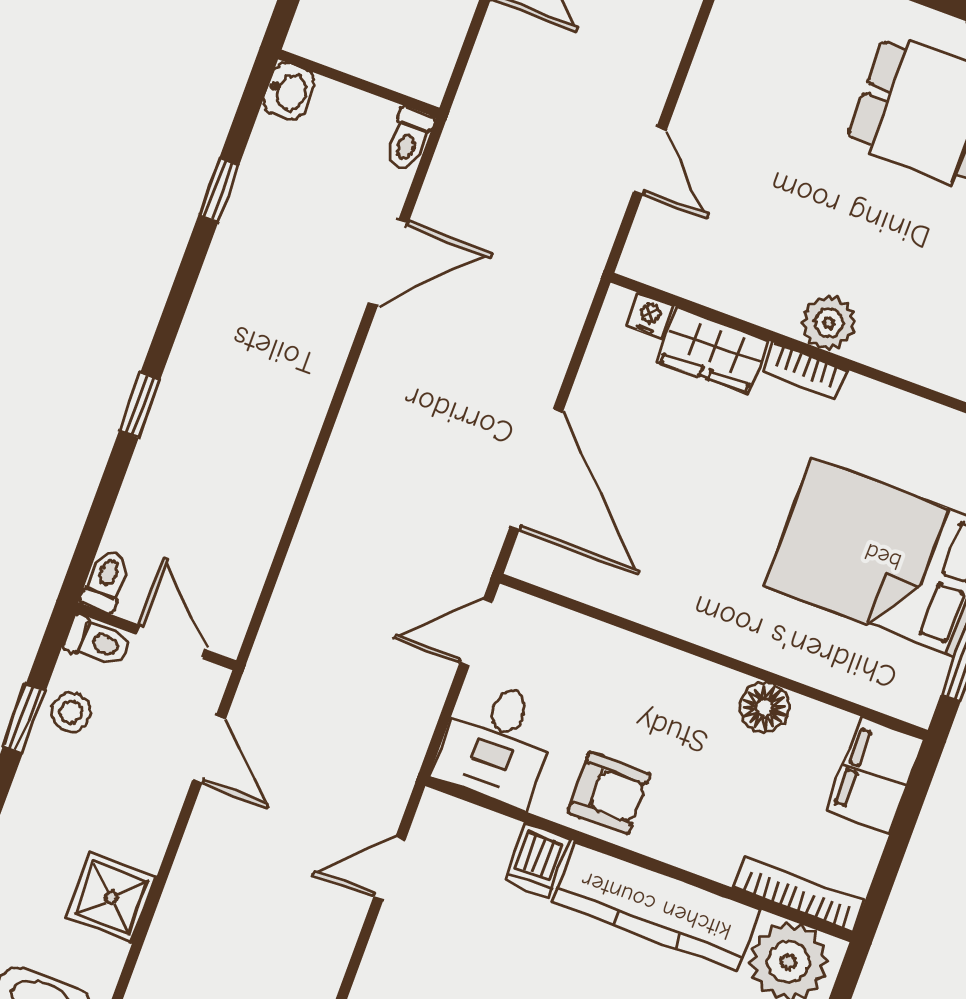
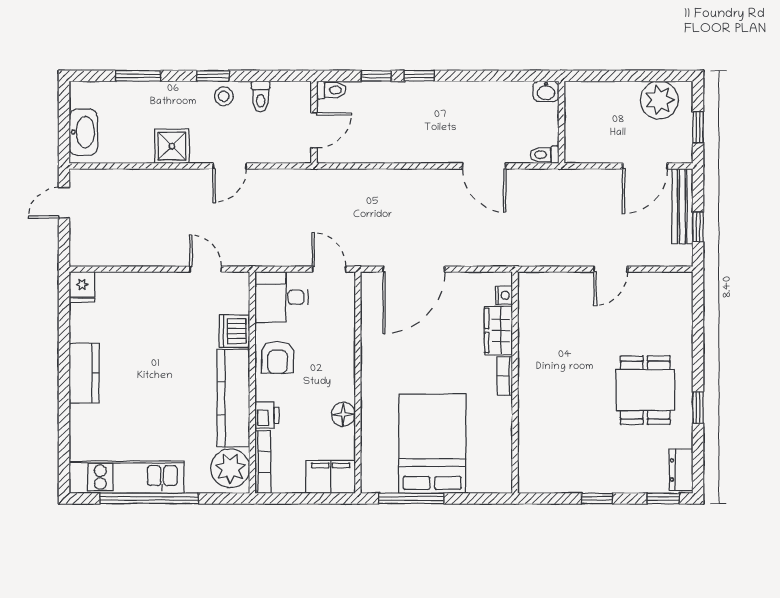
door: (650, 161) -> (611, 269), moved
window: (219, 190) -> (419, 76), moved
plant: (829, 323) -> (531, 379), removed
toilet: (106, 581) -> (331, 90), moved
wall: (155, 636) -> (314, 122), moved
door: (171, 642) -> (314, 130), moved
printer: (712, 854) -> (267, 415), added
dishwasher: (537, 860) -> (234, 331), width x1.38
shower: (111, 898) -> (172, 146), moved

